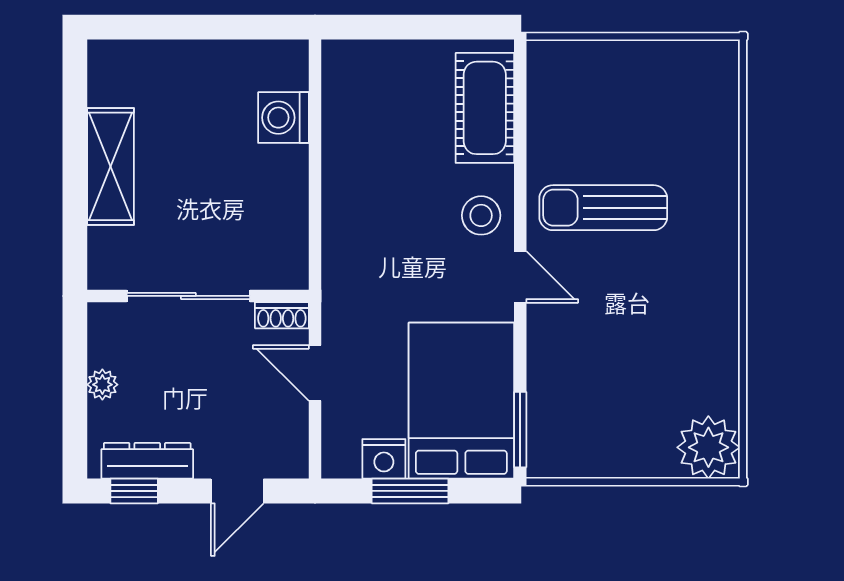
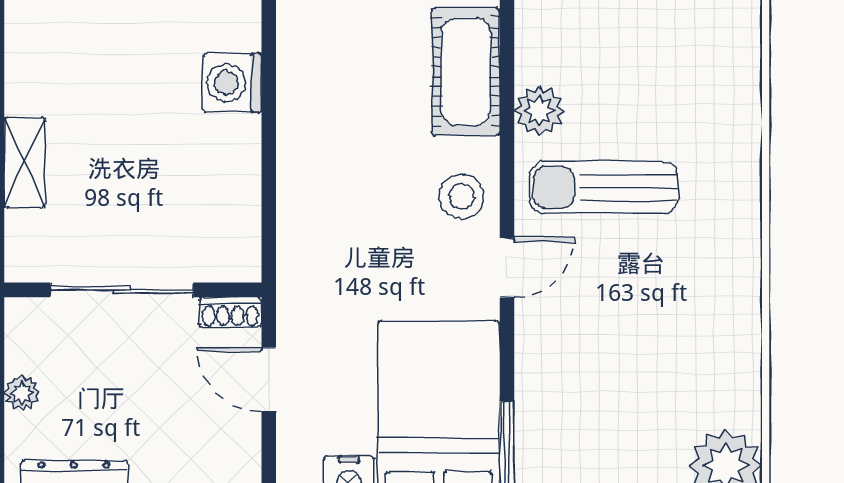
plant: (548, 142) -> (539, 111), added
shelving: (111, 166) -> (25, 162), width x0.67, depth x0.75
door: (520, 277) -> (507, 268), hinge flipped

